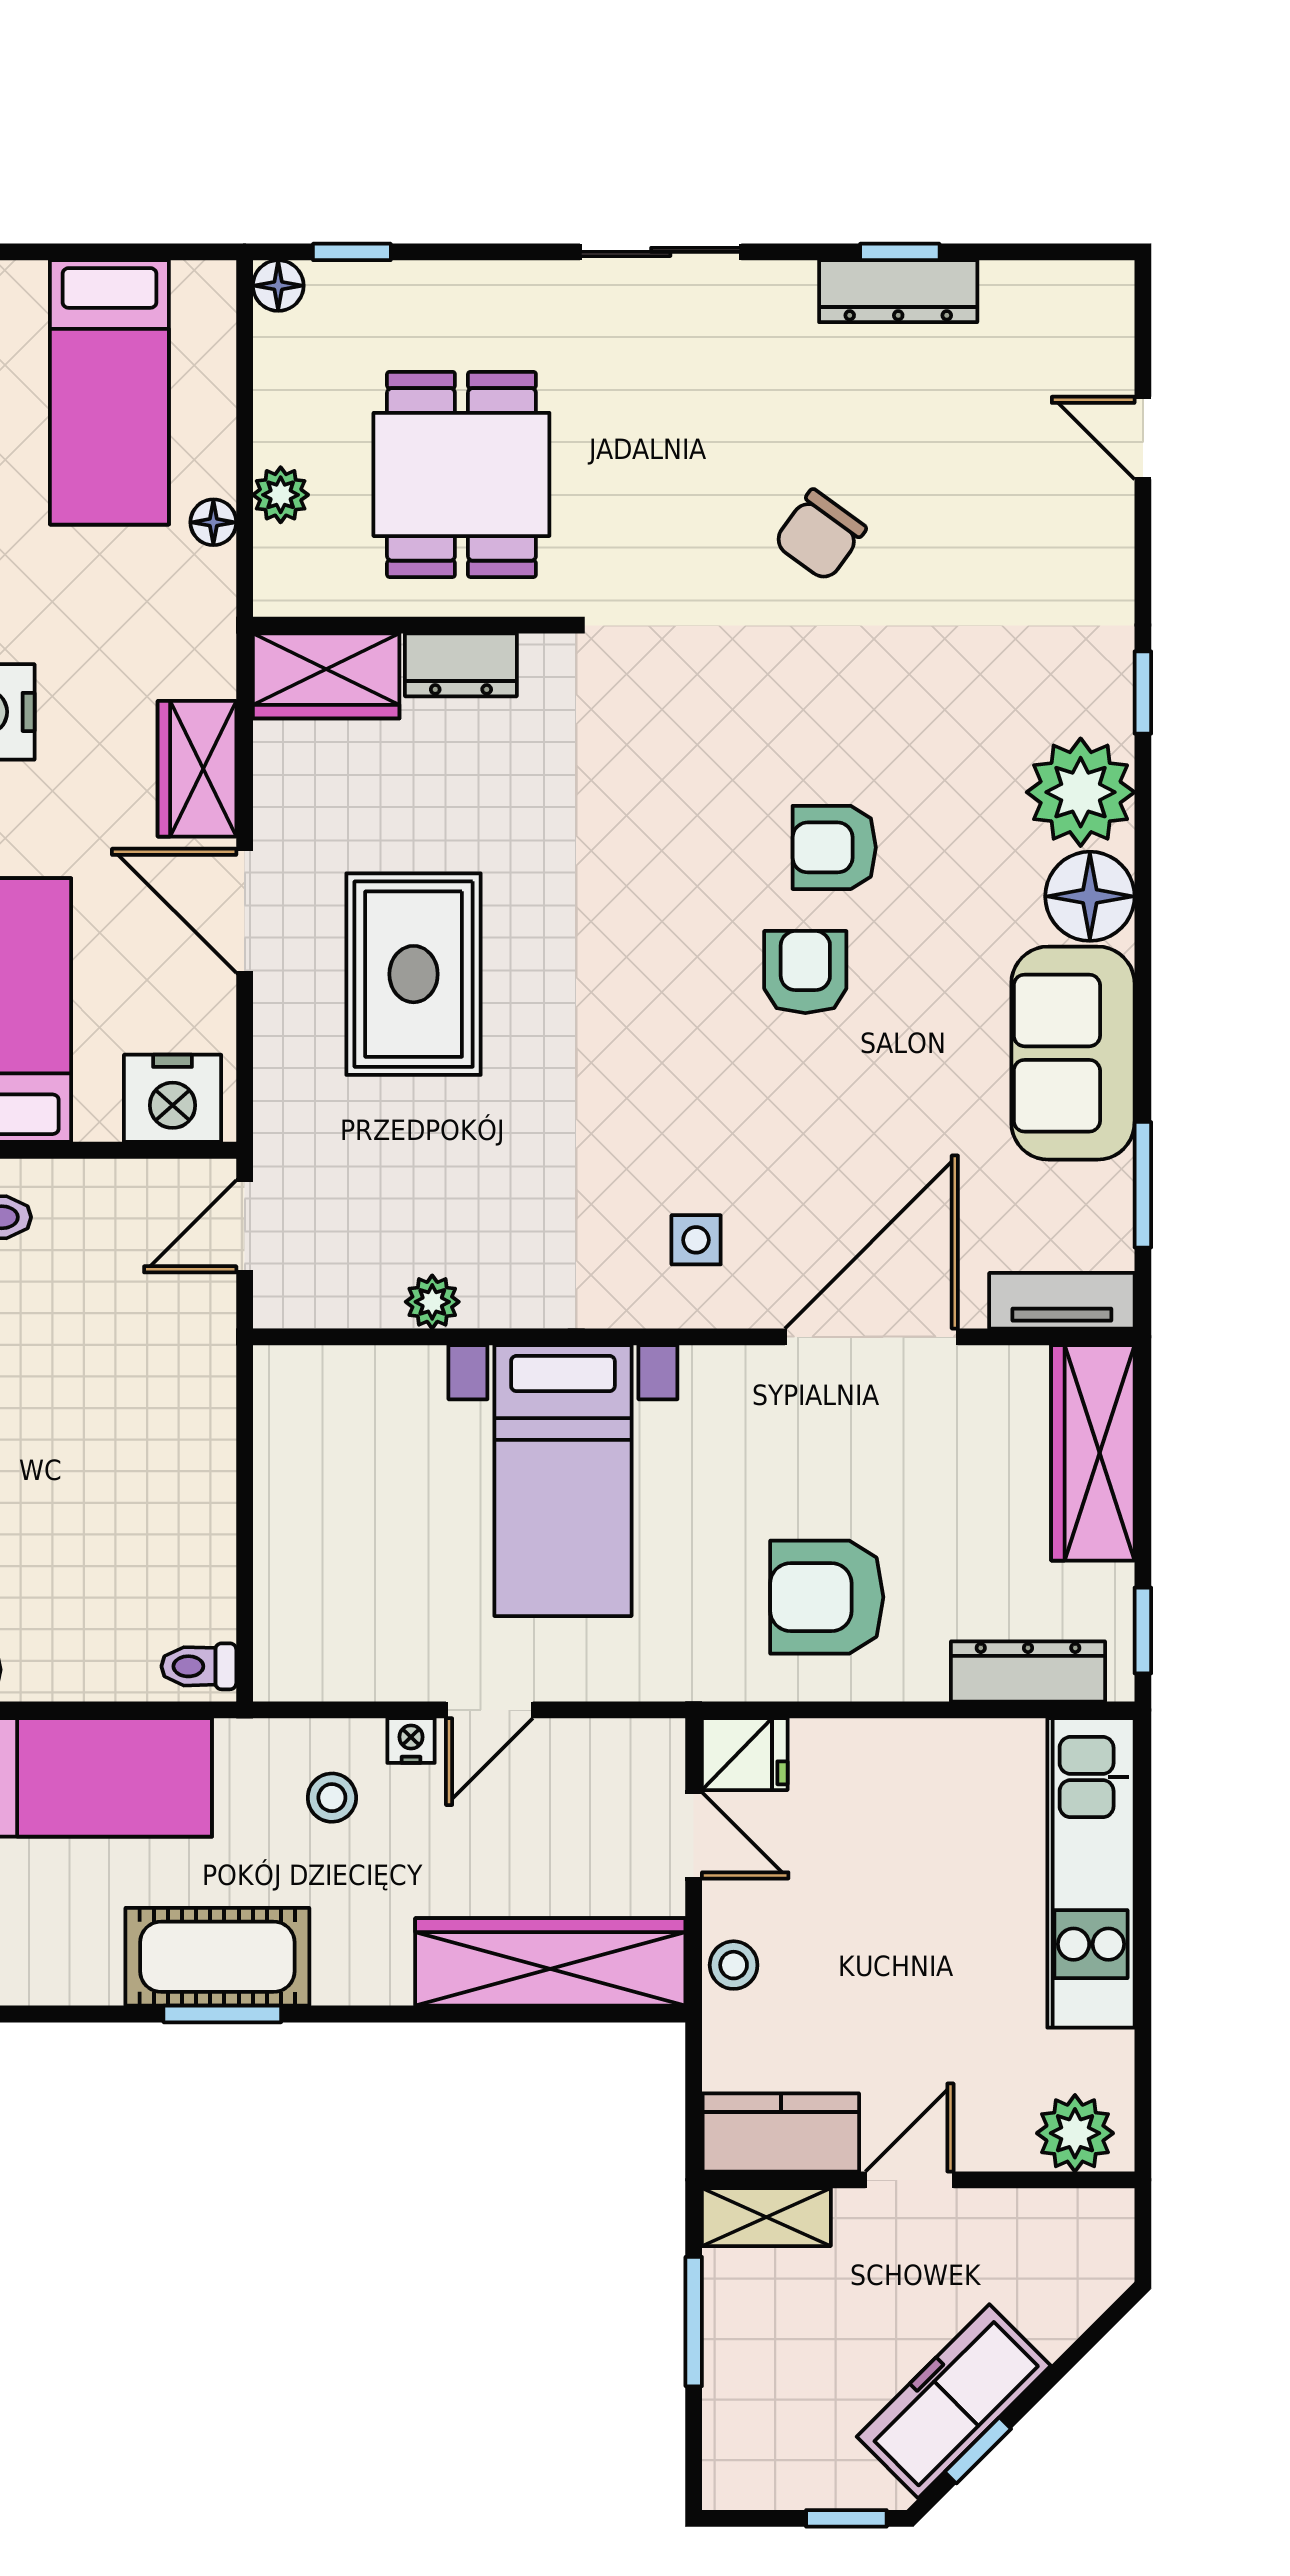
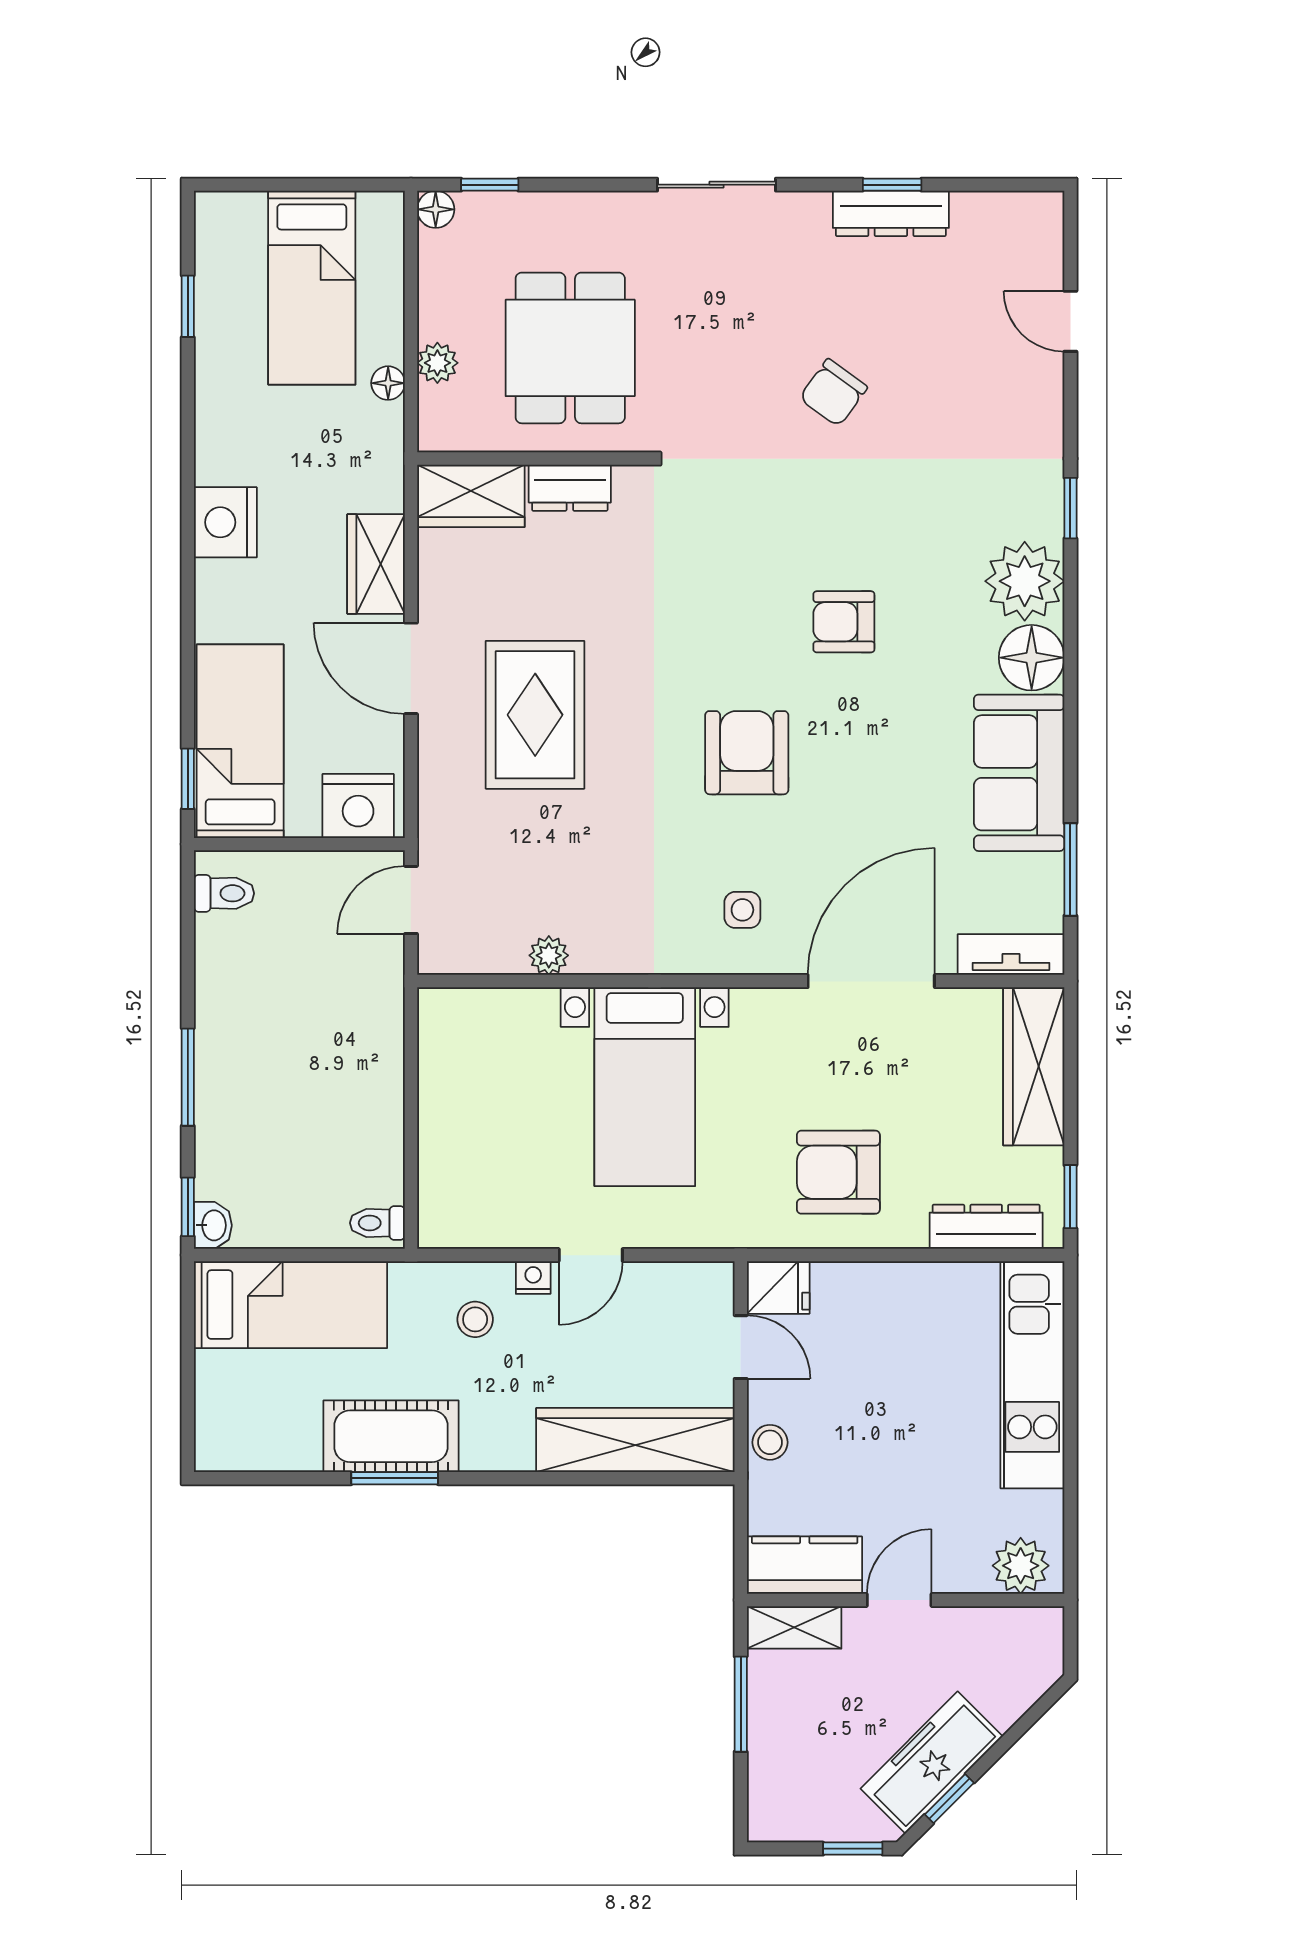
armchair: (805, 972) -> (747, 753), moved, width x1.38, depth x1.38

